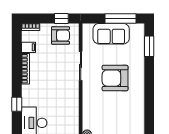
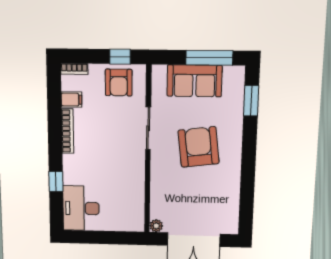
armchair: (60, 36) -> (119, 83), turned 90
armchair: (115, 78) -> (199, 147), turned 83

